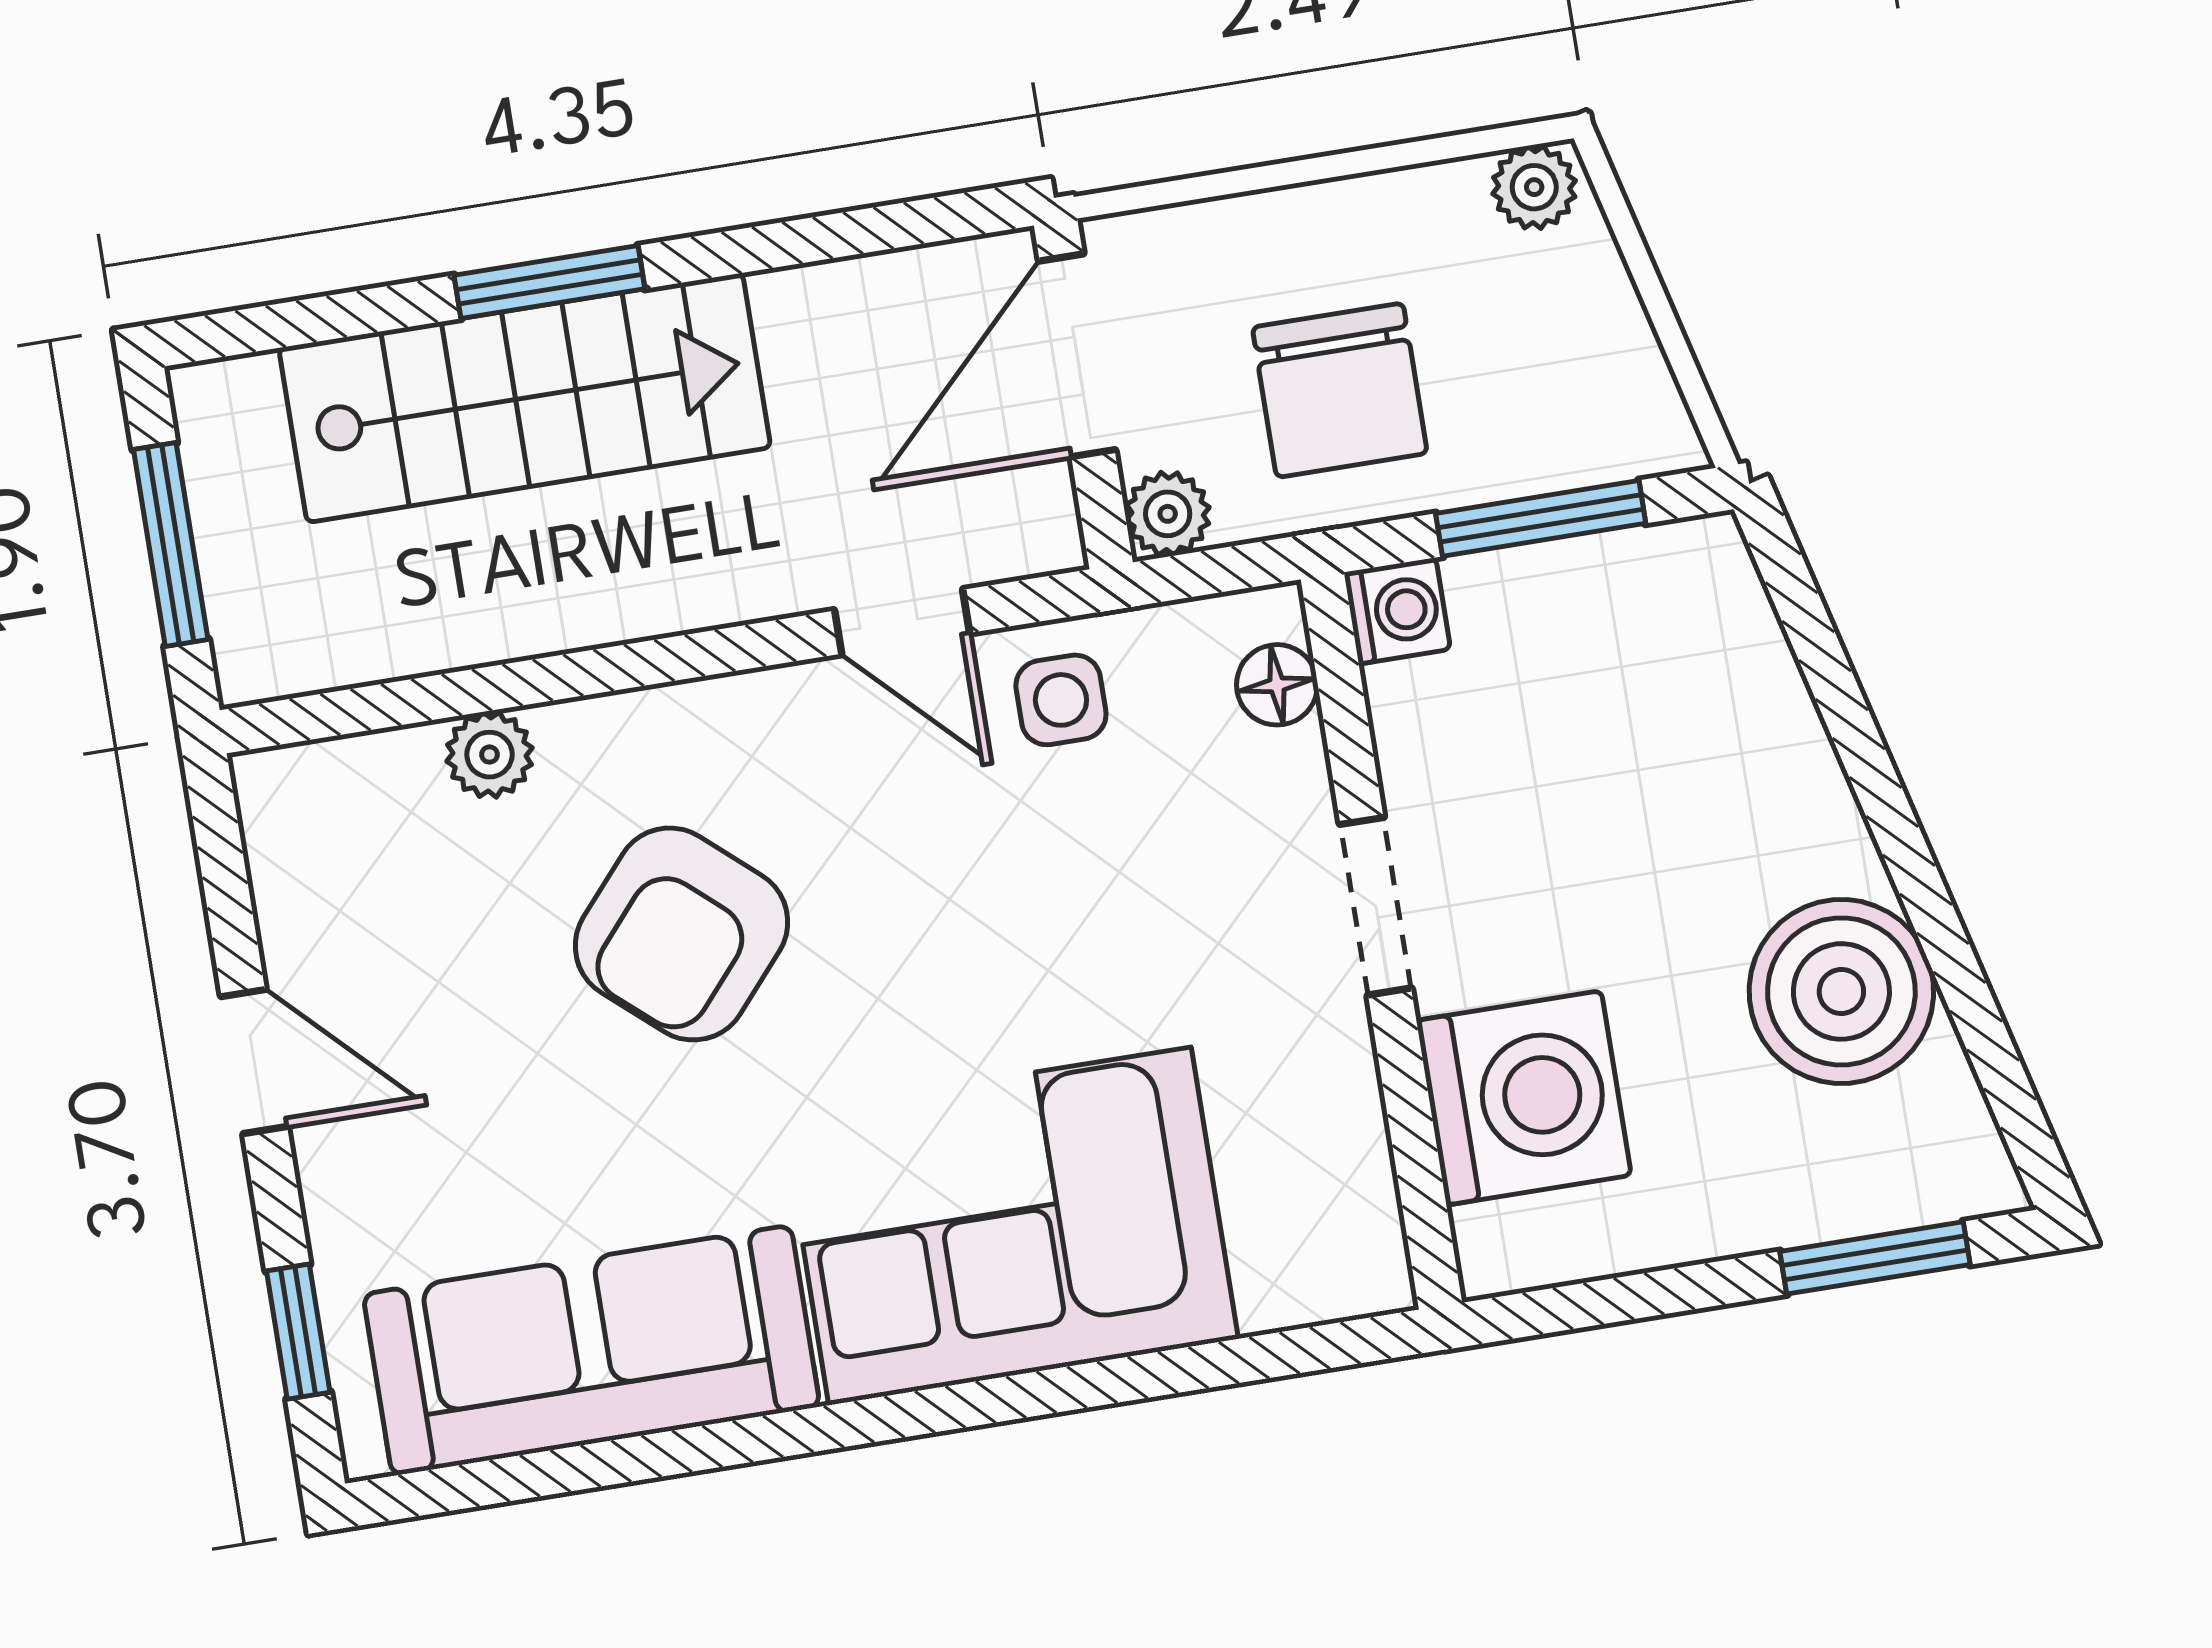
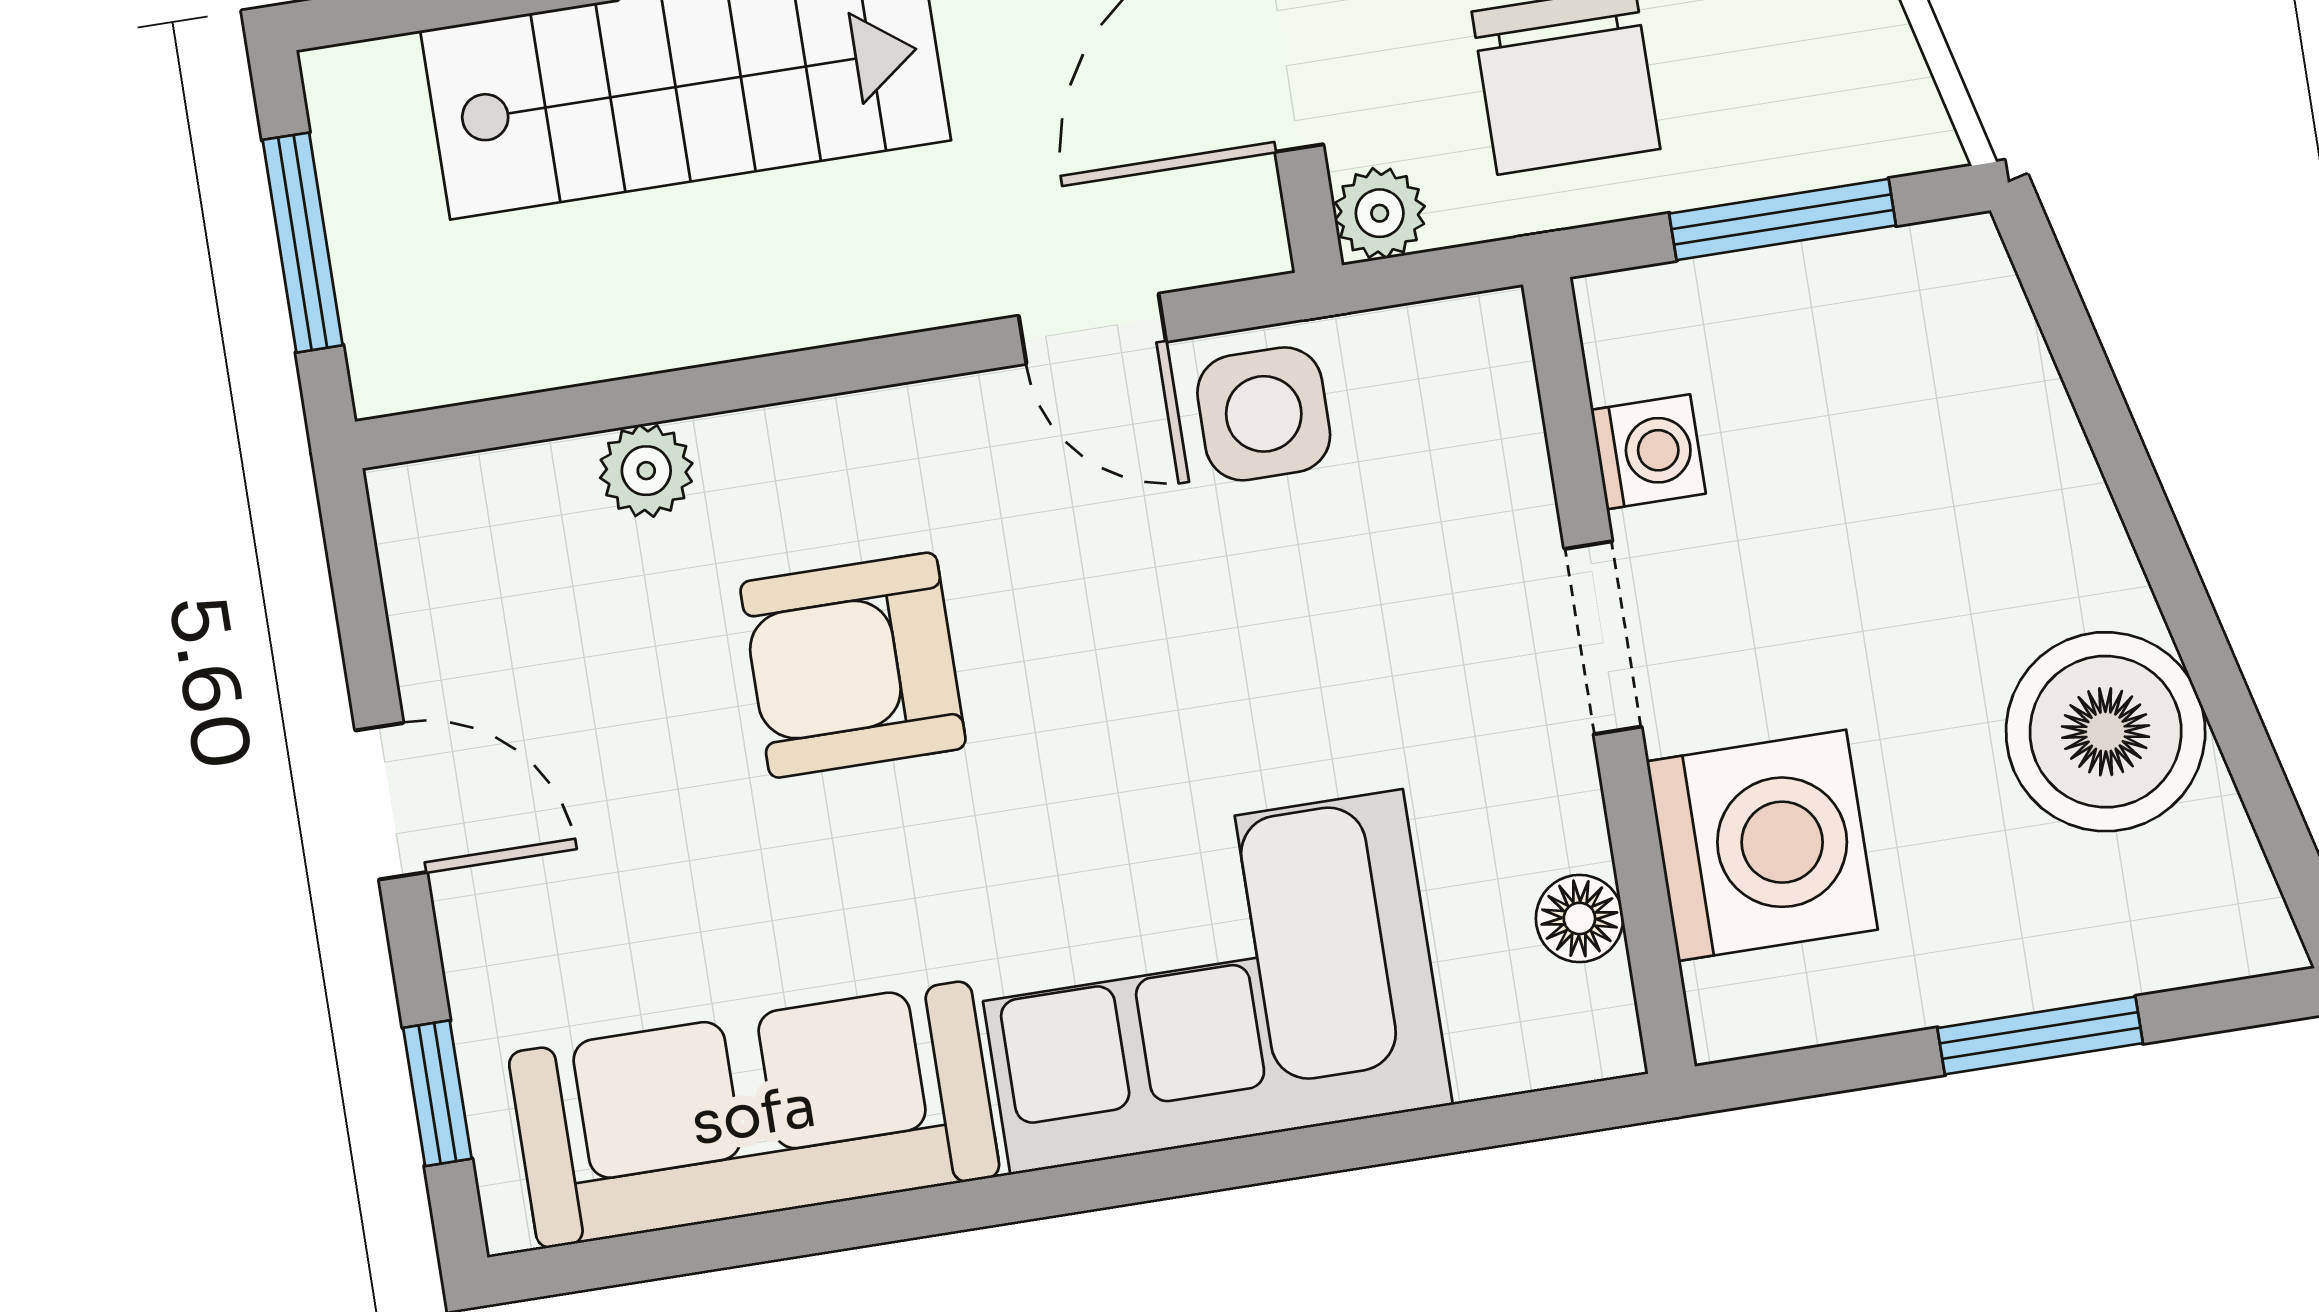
washing machine: (1397, 611) -> (1648, 452), moved
floor lamp: (1277, 685) -> (1579, 918), moved
side table: (1061, 700) -> (1264, 414), width x1.37, depth x1.37
armchair: (682, 934) -> (853, 665), turned 49
window: (1875, 1258) -> (2040, 1036), moved

